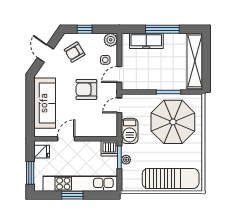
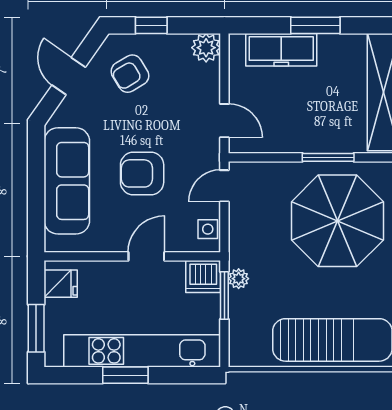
window: (162, 29) -> (315, 25), width x0.69
side table: (105, 60) -> (208, 229), moved
door: (119, 74) -> (224, 121), swing flipped
armchair: (86, 89) -> (142, 173), moved
barbecue: (130, 131) -> (246, 240), removed
door: (66, 139) -> (146, 256), moved
plant: (126, 160) -> (239, 279), moved

